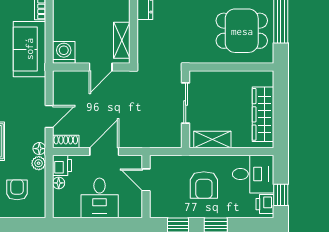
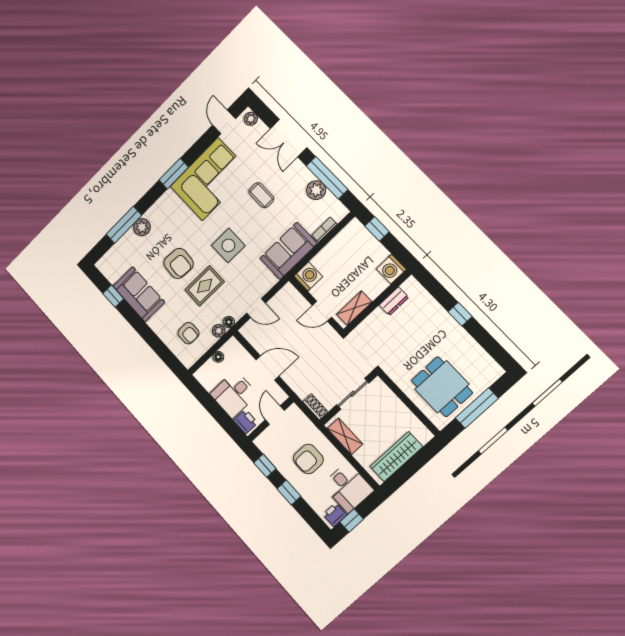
shoe rack: (66, 142) -> (315, 407), moved
printer: (62, 165) -> (245, 422), moved, turned -90
armchair: (17, 190) -> (189, 333), turned 90

